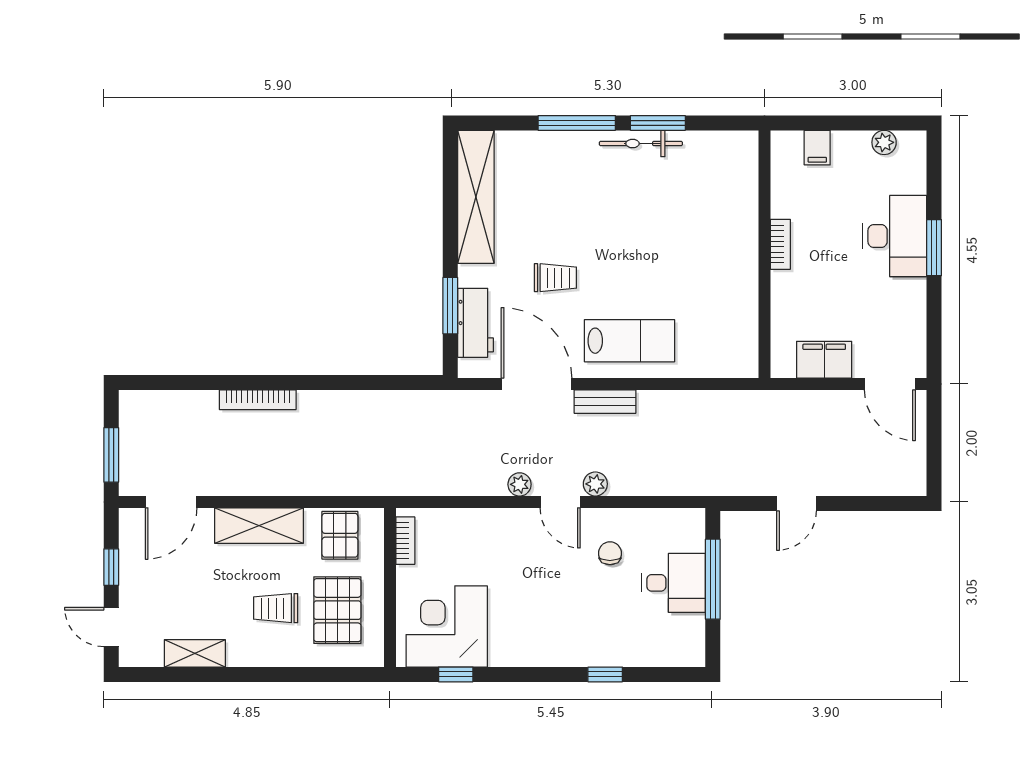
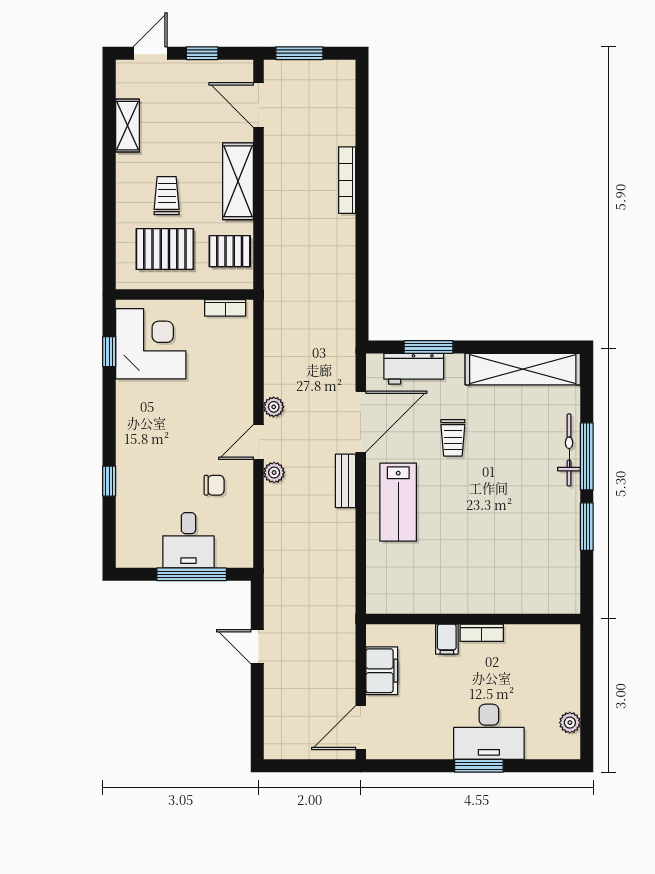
bicycle: (641, 144) -> (569, 450), moved
filing cabinet: (817, 148) -> (447, 639), moved, turned -90

